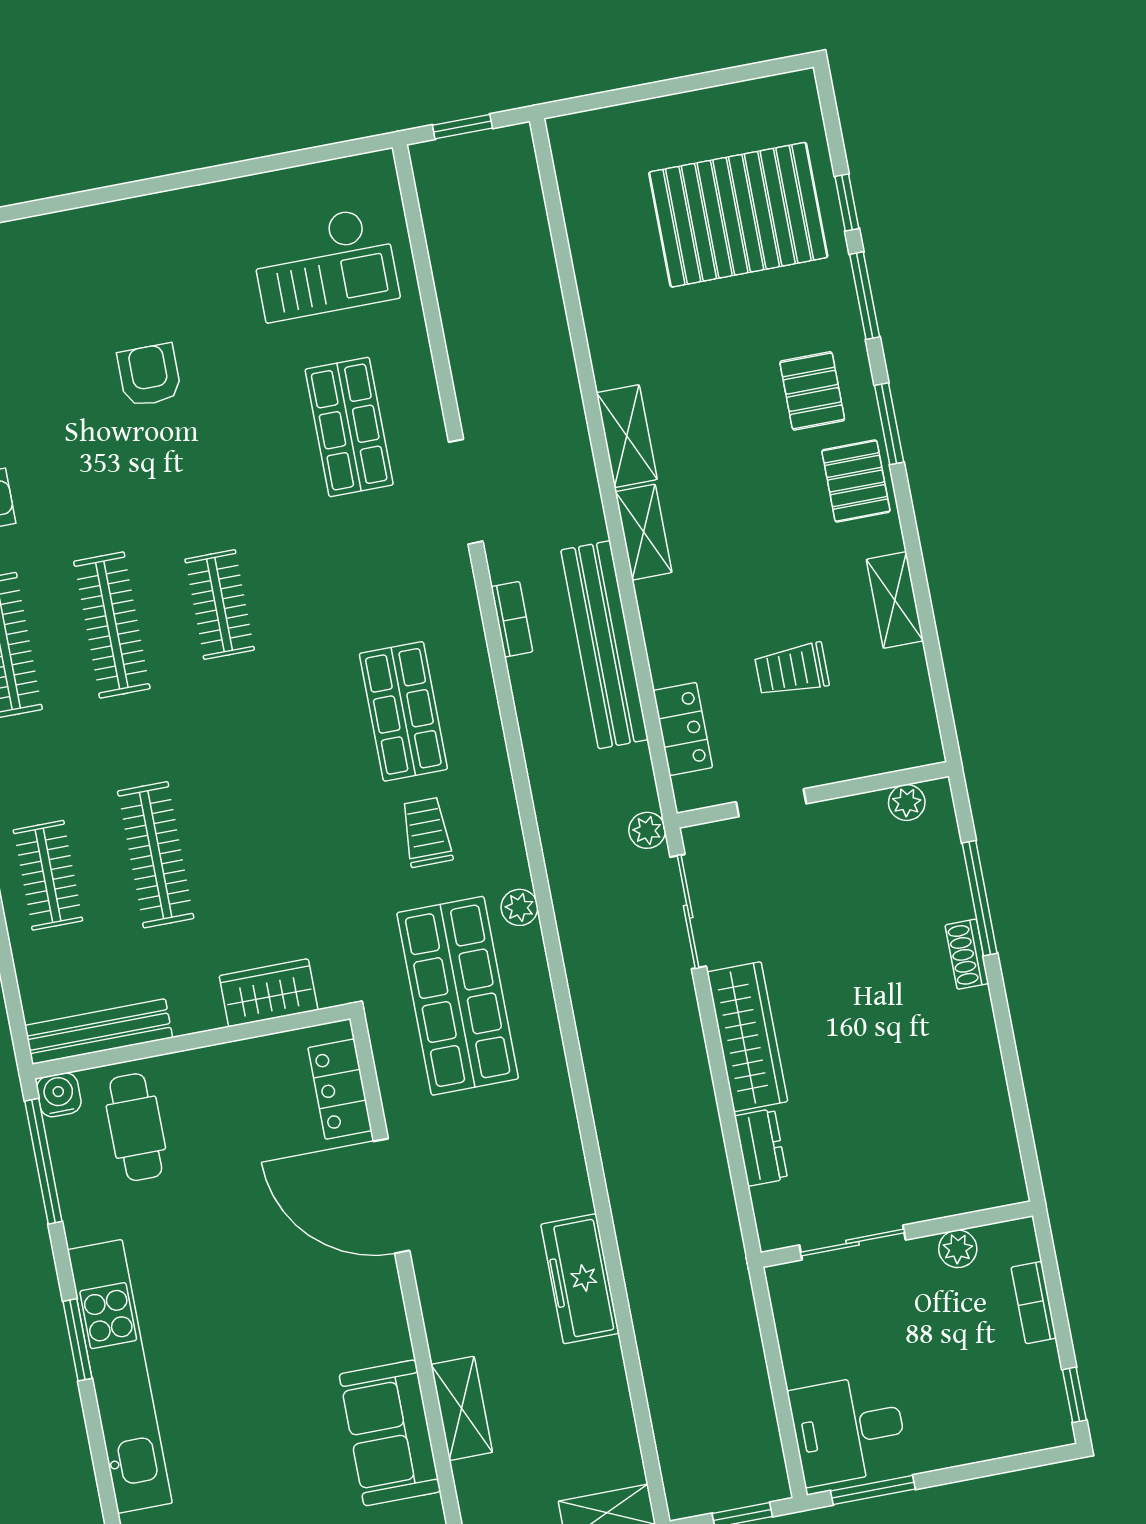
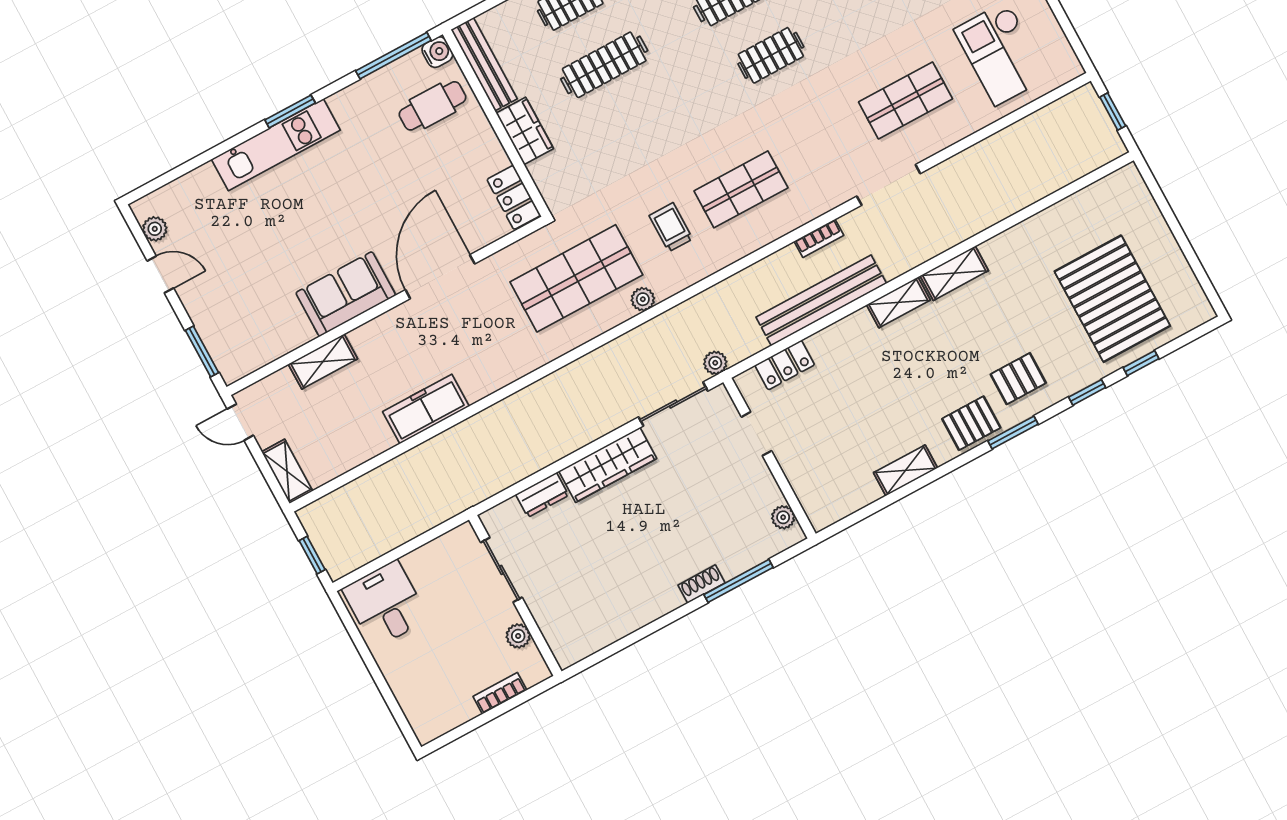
window: (865, 296) -> (1087, 392), width x0.67
trolley: (792, 670) -> (843, 421), removed
trolley: (426, 832) -> (671, 227), turned -90
wardrobe: (269, 993) -> (525, 131), moved
locker: (340, 1089) -> (514, 197), moved, turned -90
kitchen unit: (120, 1376) -> (276, 145), width x0.73
window: (1074, 1395) -> (451, 736), removed
sofa: (390, 1433) -> (346, 294), moved
window: (873, 1490) -> (353, 631), removed

